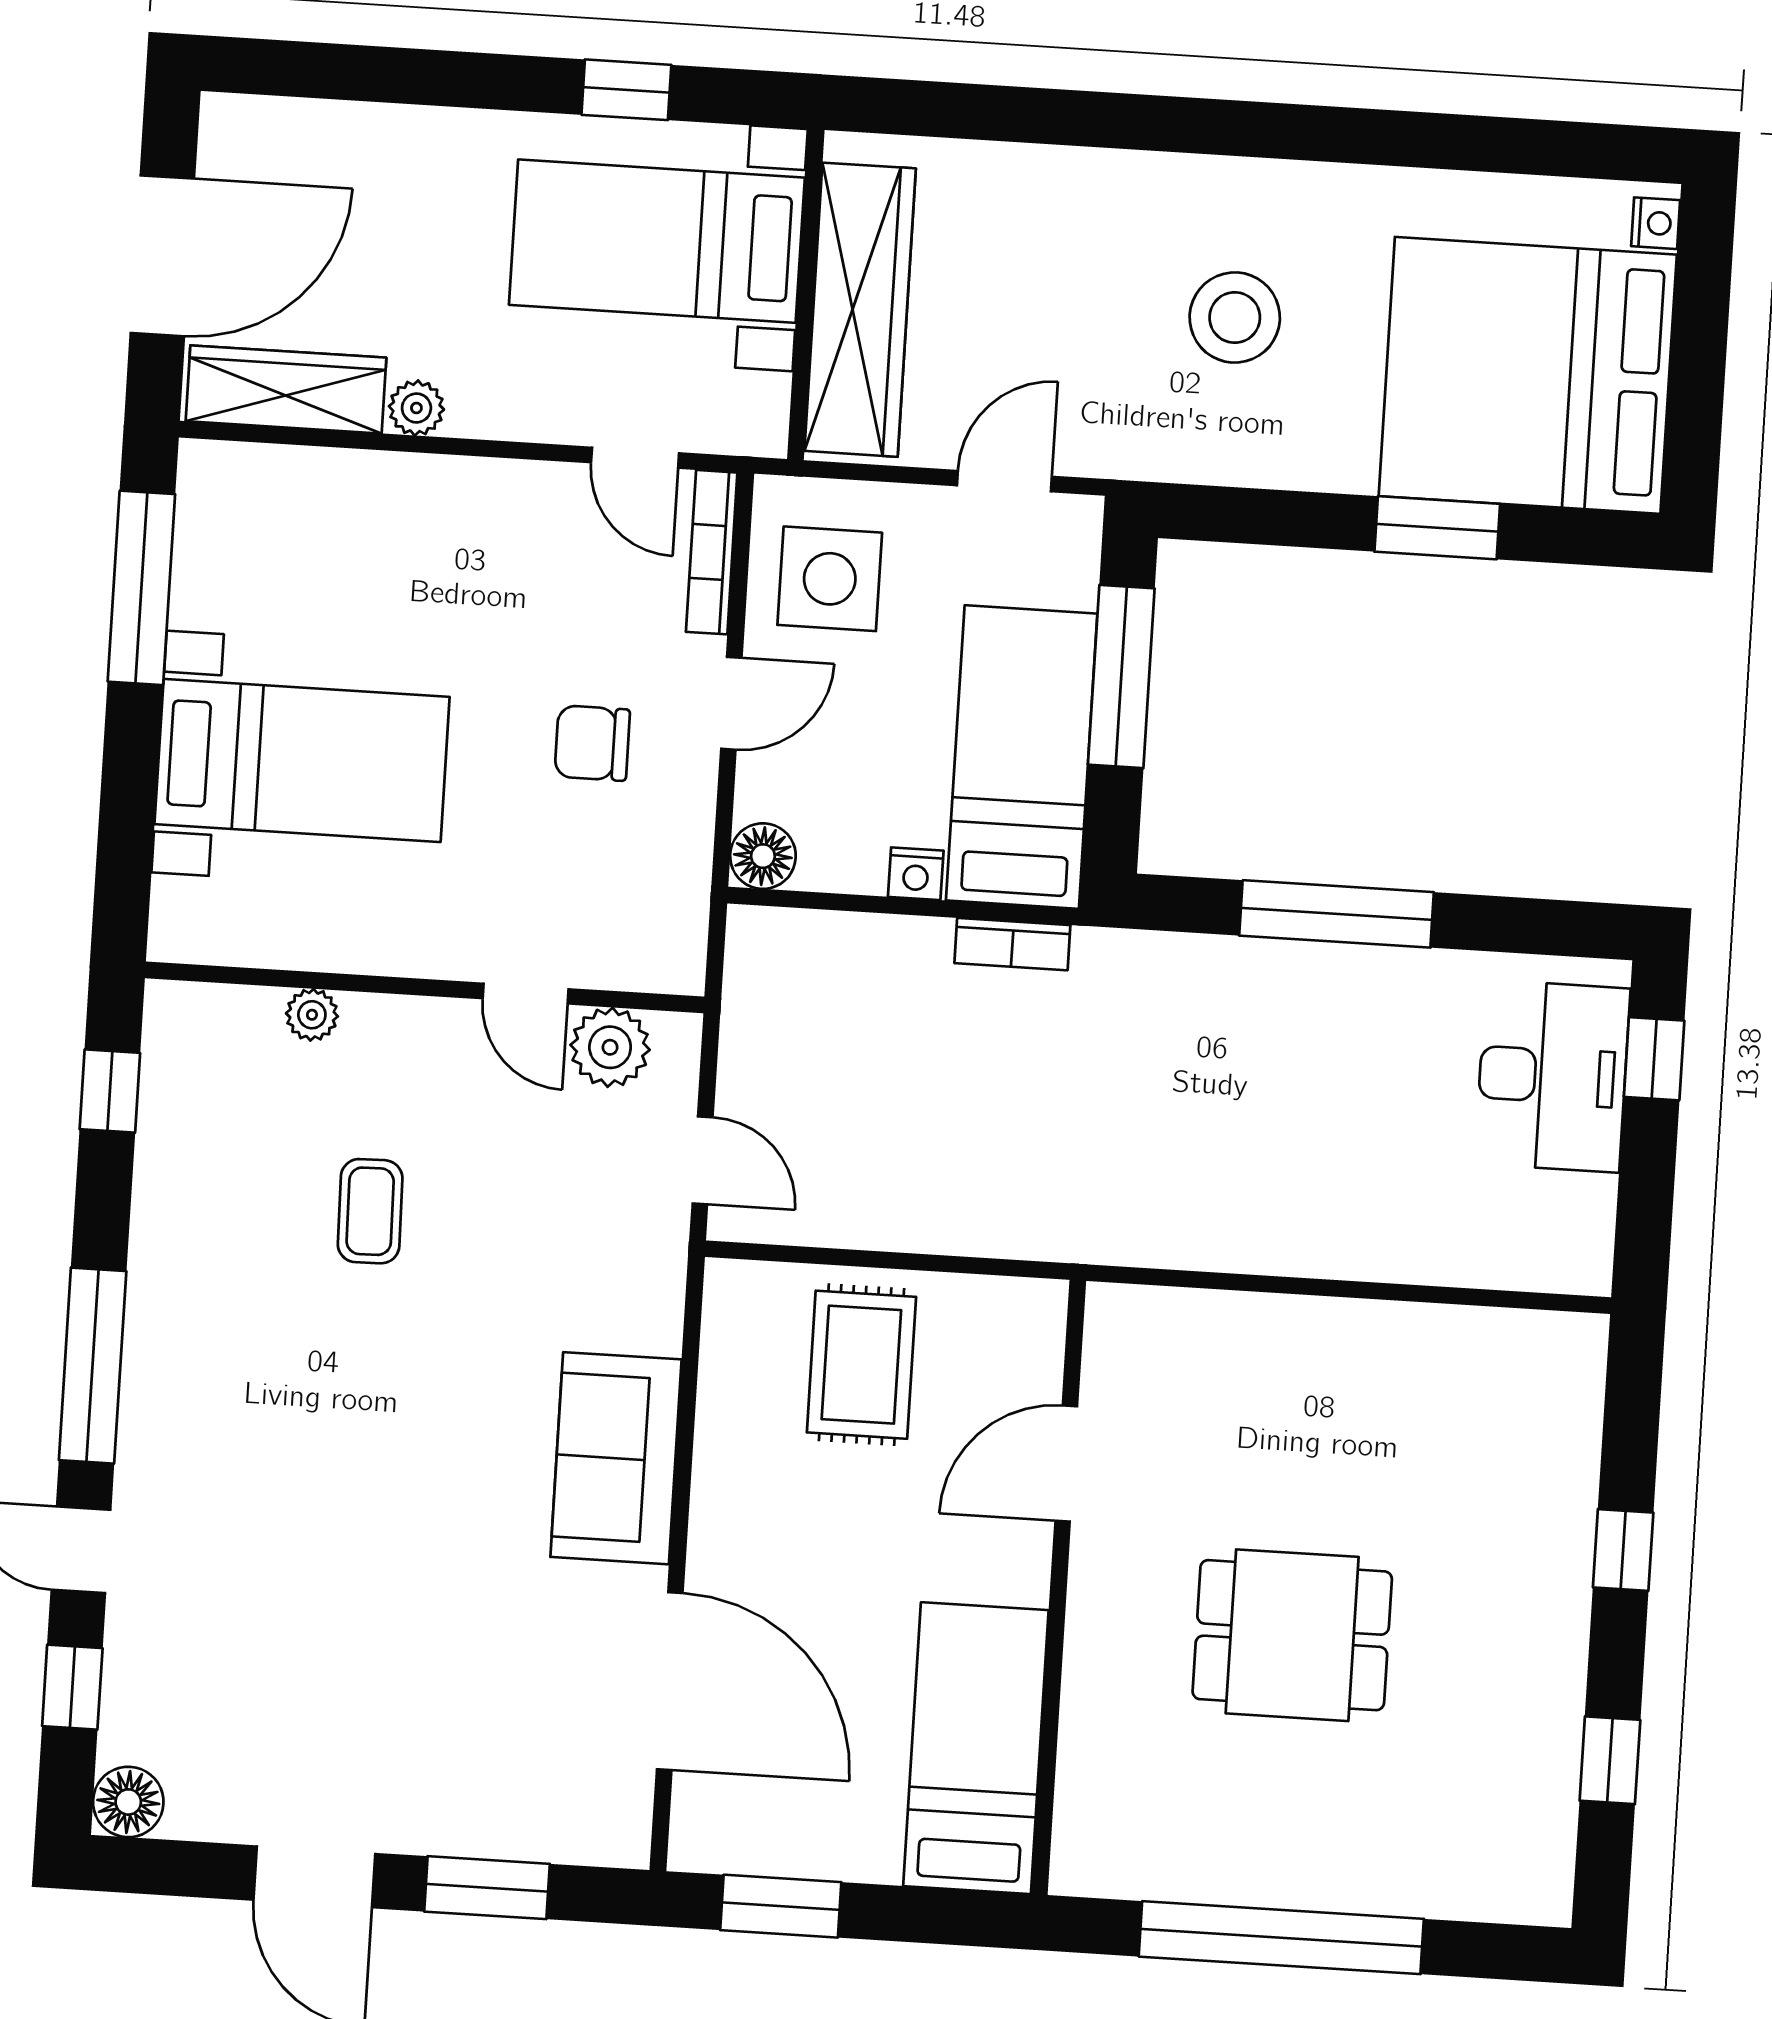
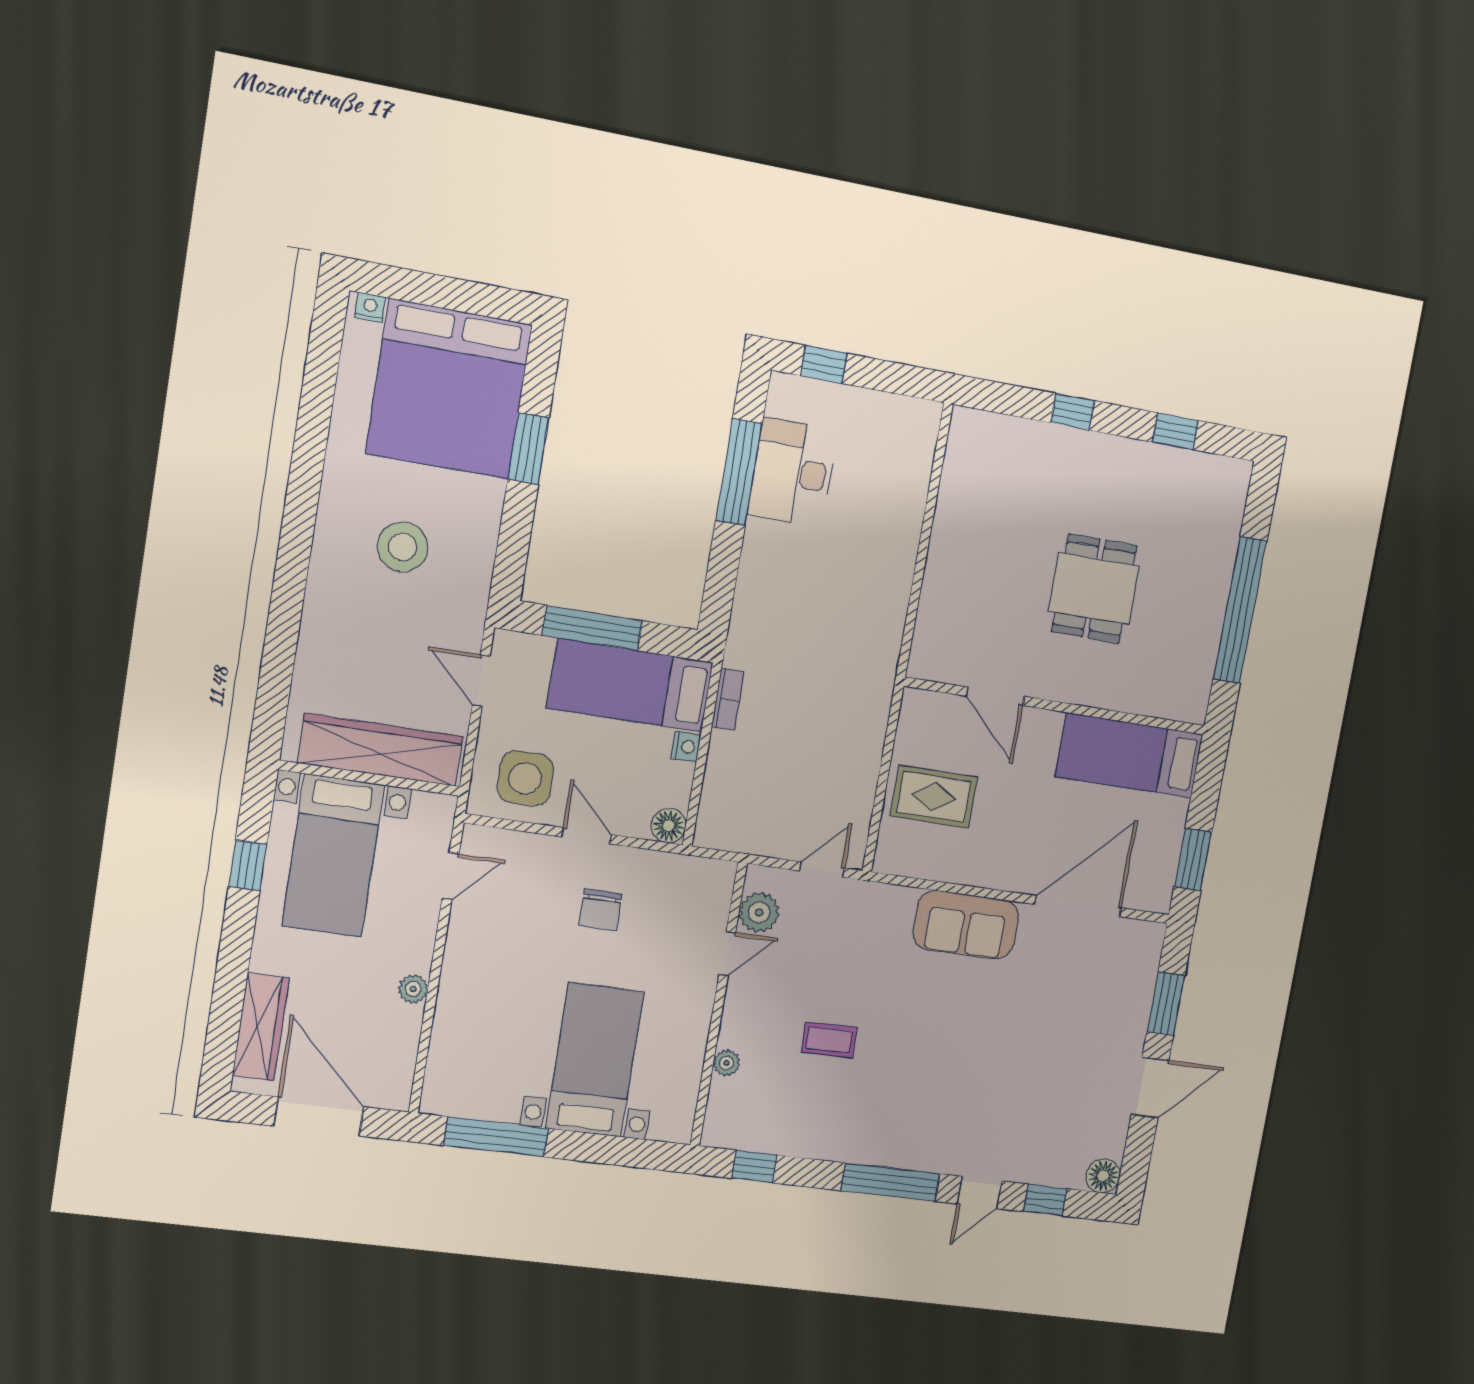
wardrobe: (286, 389) -> (261, 1027), moved, turned 180
bookcase: (712, 552) -> (505, 840), removed
window: (1337, 914) -> (739, 472), moved
desk: (1552, 1076) -> (793, 472), moved, turned -90

